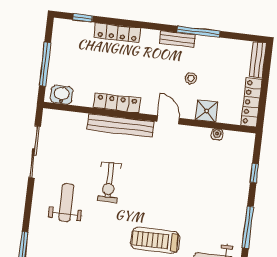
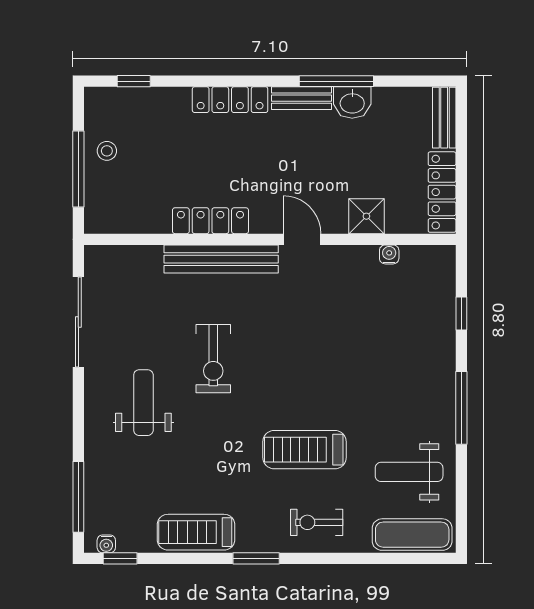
locker: (117, 33) -> (230, 100), moved
stool: (191, 78) -> (107, 151), moved
washbasin: (62, 95) -> (352, 102), moved, turned 180

